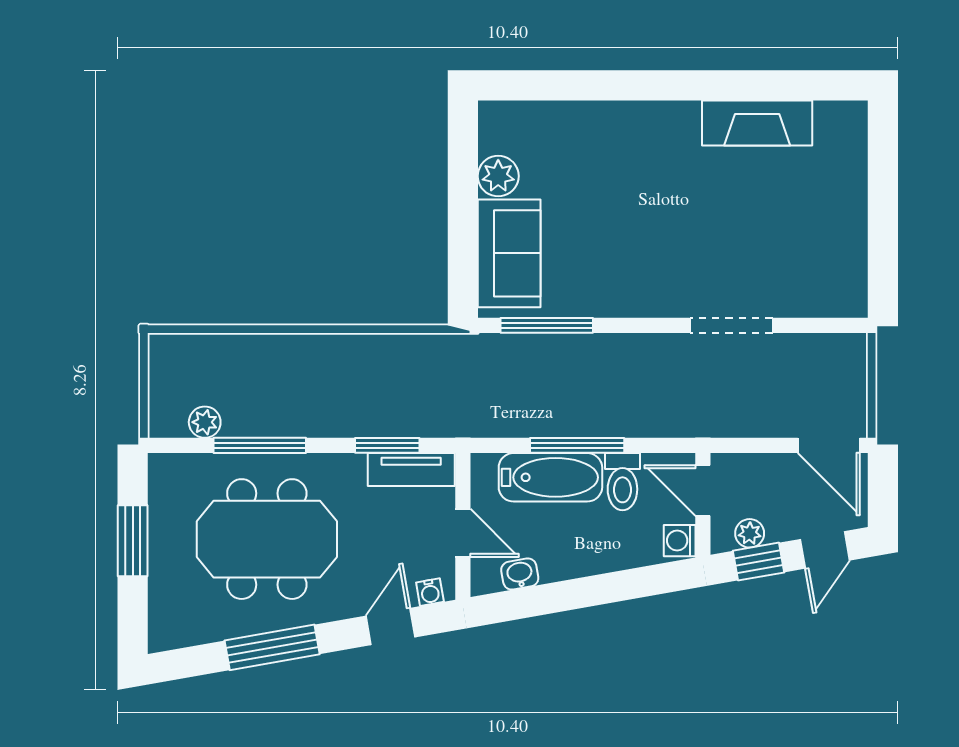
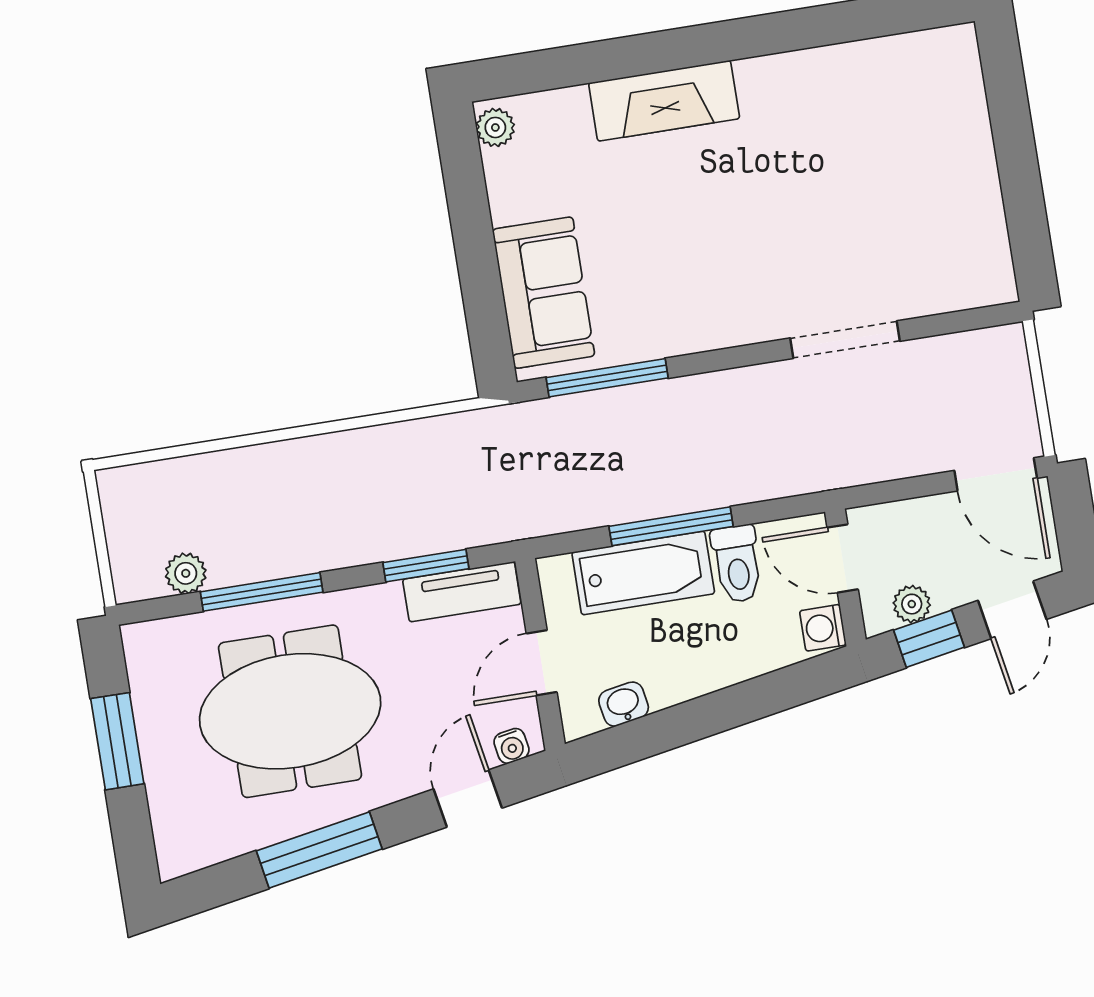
fireplace: (757, 123) -> (664, 101), moved
plant: (498, 176) -> (495, 127), moved, width x0.73, depth x0.73
door: (463, 533) -> (542, 663), swing flipped

